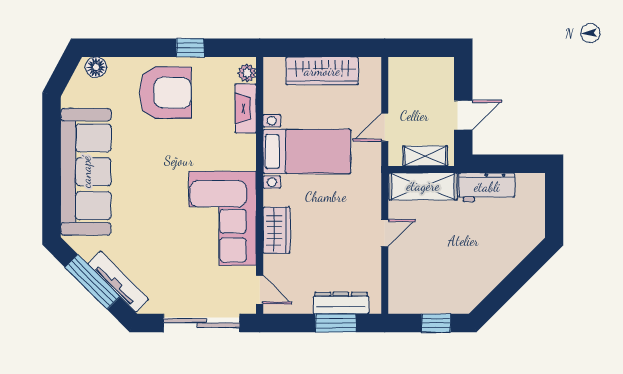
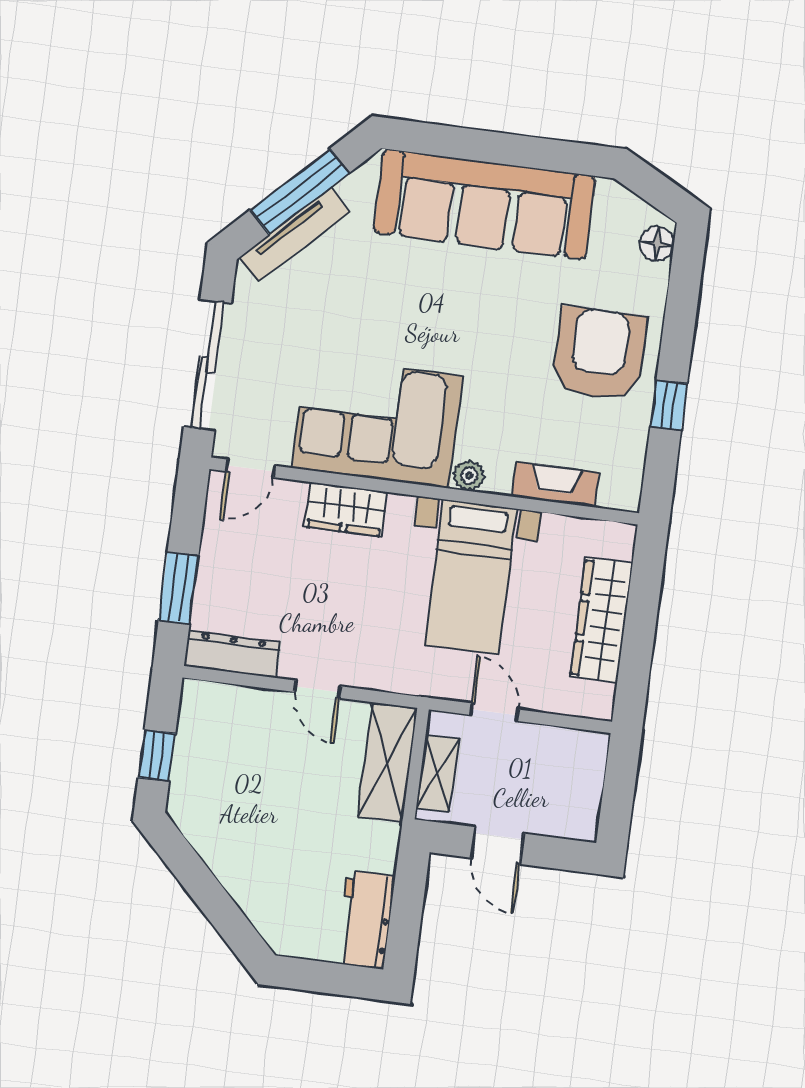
plant: (247, 73) -> (469, 476), moved
armchair: (165, 93) -> (599, 354), turned 180
workbench: (487, 187) -> (365, 920), moved
dresser: (341, 303) -> (232, 654), moved, turned -90

